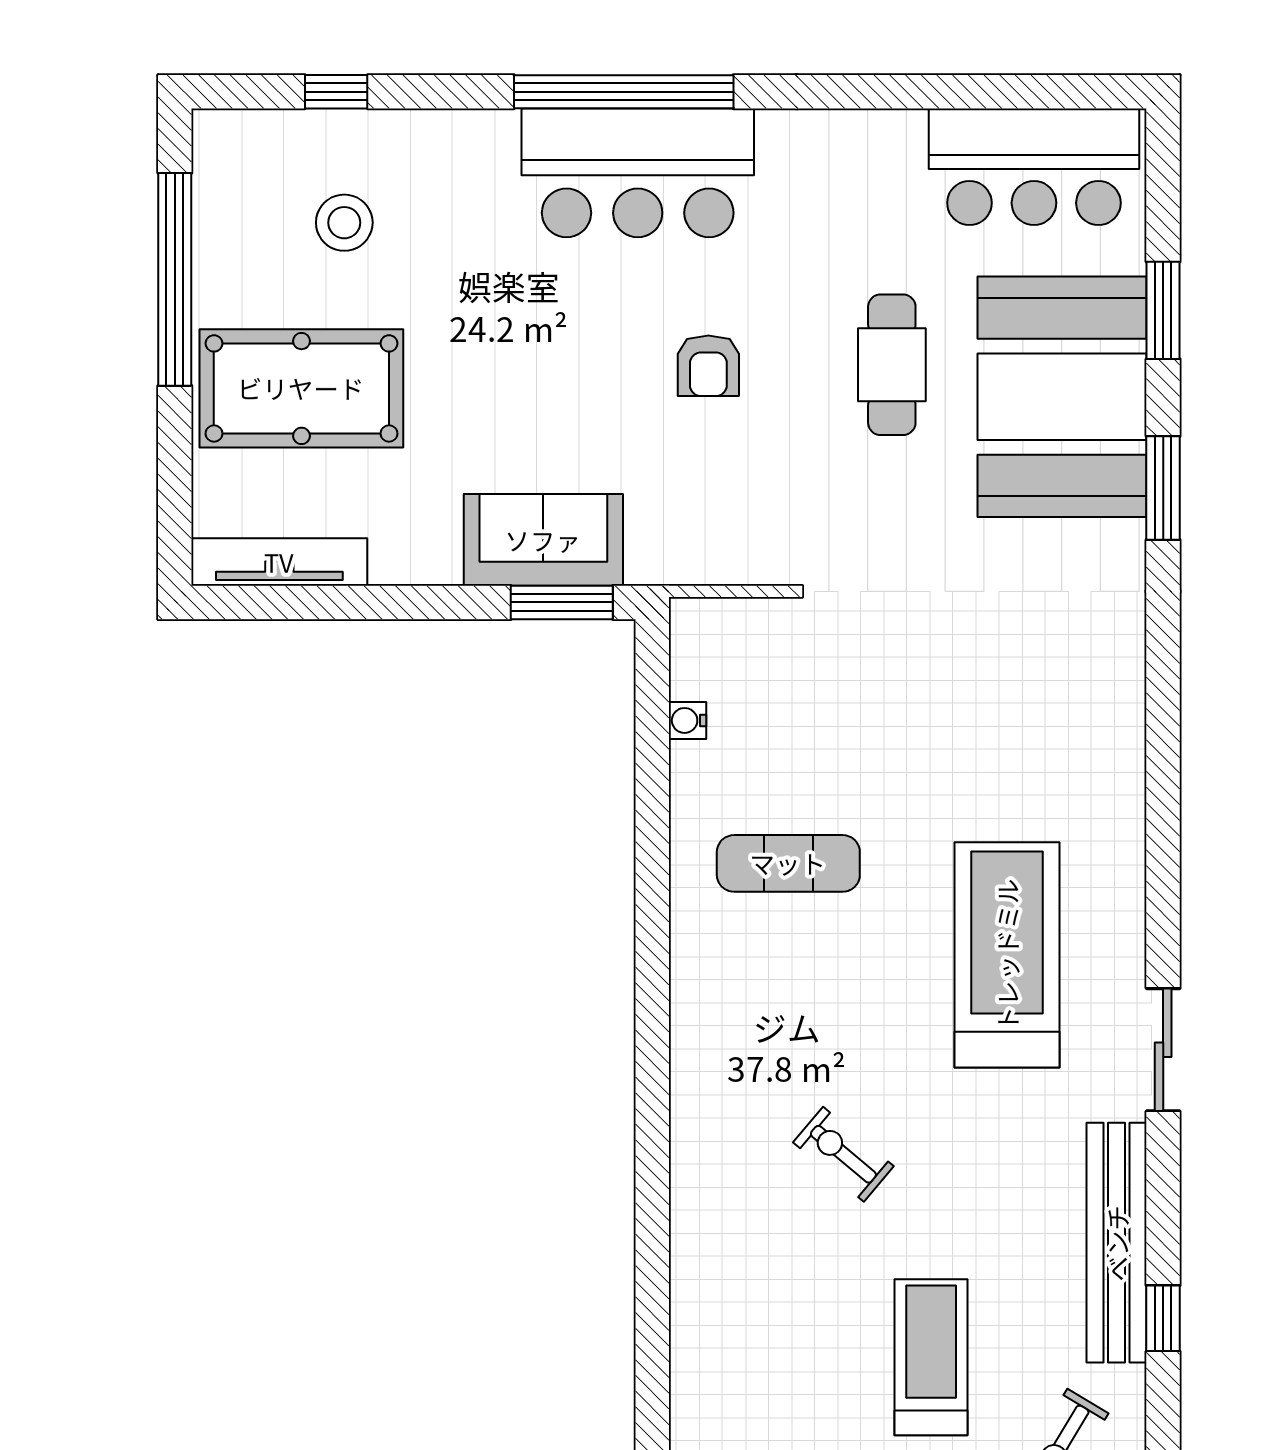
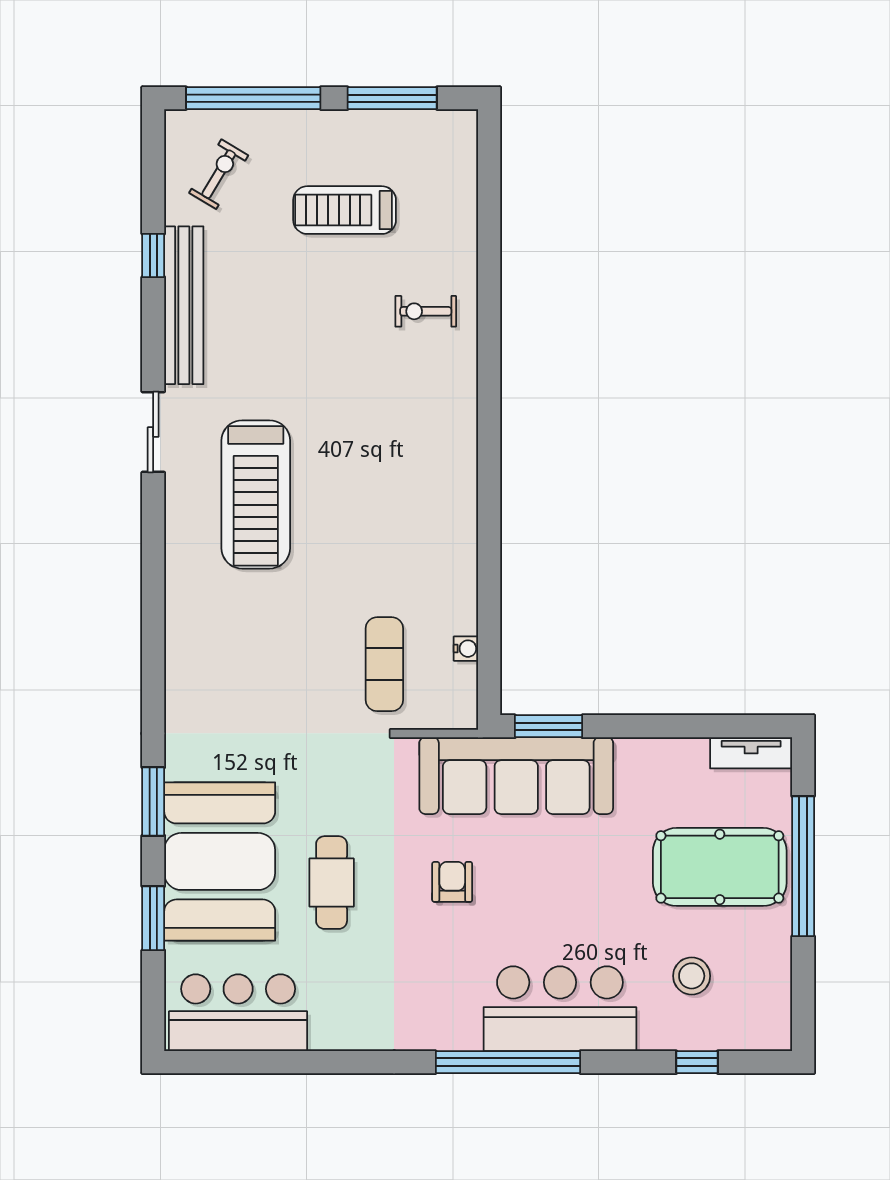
bar counter: (638, 173) -> (560, 1009), moved
window: (175, 279) -> (803, 866), moved
sofa: (543, 540) -> (516, 776), width x1.85, depth x1.27
tv unit: (279, 562) -> (751, 753), width x0.71
exercise mat: (788, 863) -> (384, 664), moved, turned 90
exercise bike: (843, 1154) -> (426, 311), moved, turned 140
treadmill: (931, 1357) -> (345, 210), moved, turned 90

